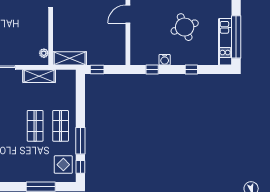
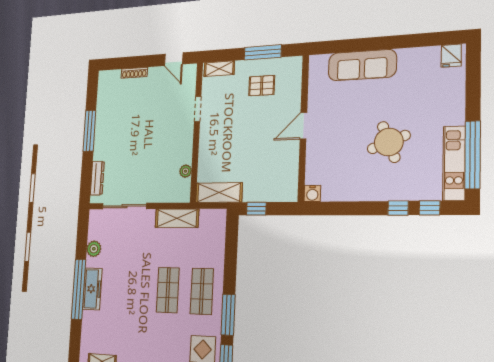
plant: (44, 53) -> (186, 171), moved
water cooler: (165, 60) -> (312, 193), moved
window: (152, 70) -> (430, 208), moved

